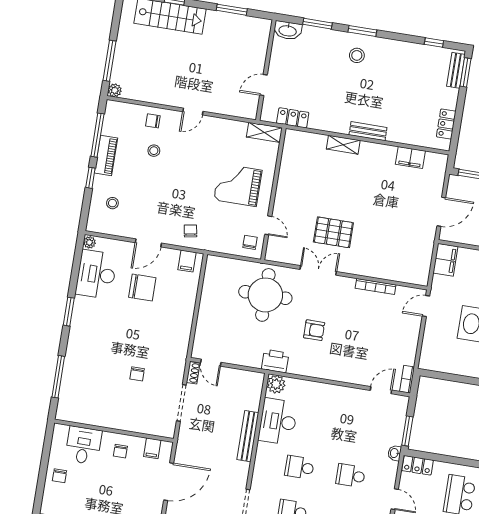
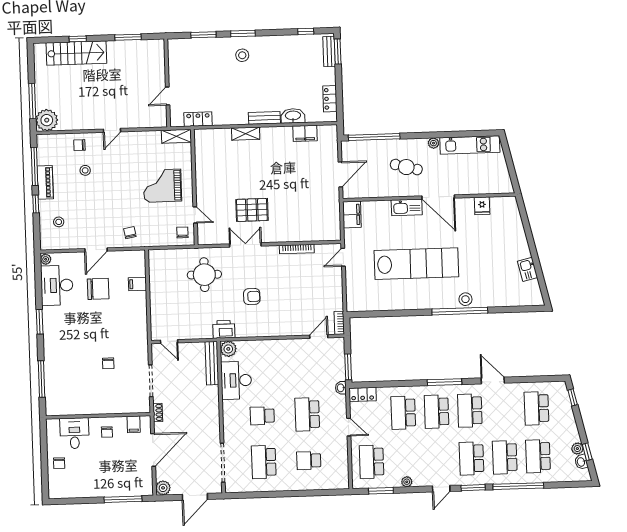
washbasin: (288, 30) -> (293, 116), moved, turned 180
plant: (115, 90) -> (47, 120), width x1.88, depth x1.88
filing cabinet: (187, 261) -> (137, 284), moved, turned 90
round table: (265, 295) -> (204, 275), width x0.73, depth x0.73
shoe rack: (193, 373) -> (158, 412), moved
bench: (248, 436) -> (212, 363), moved
school desk: (351, 476) -> (307, 414), width x1.85

